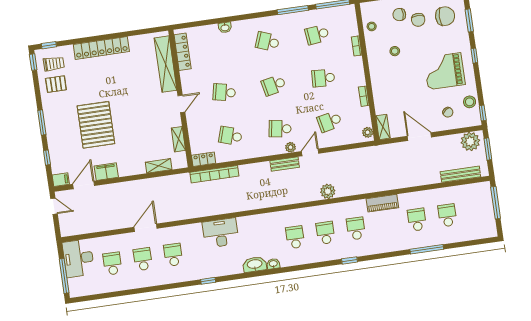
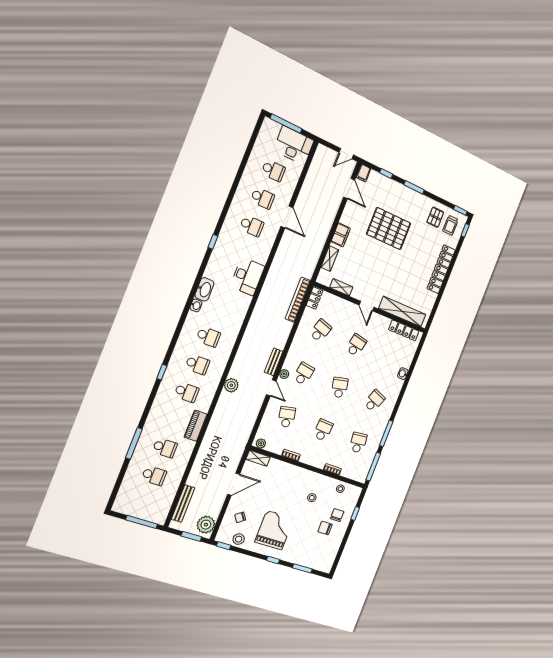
chair: (445, 16) -> (316, 551), removed
filing cabinet: (106, 172) -> (341, 235), moved

